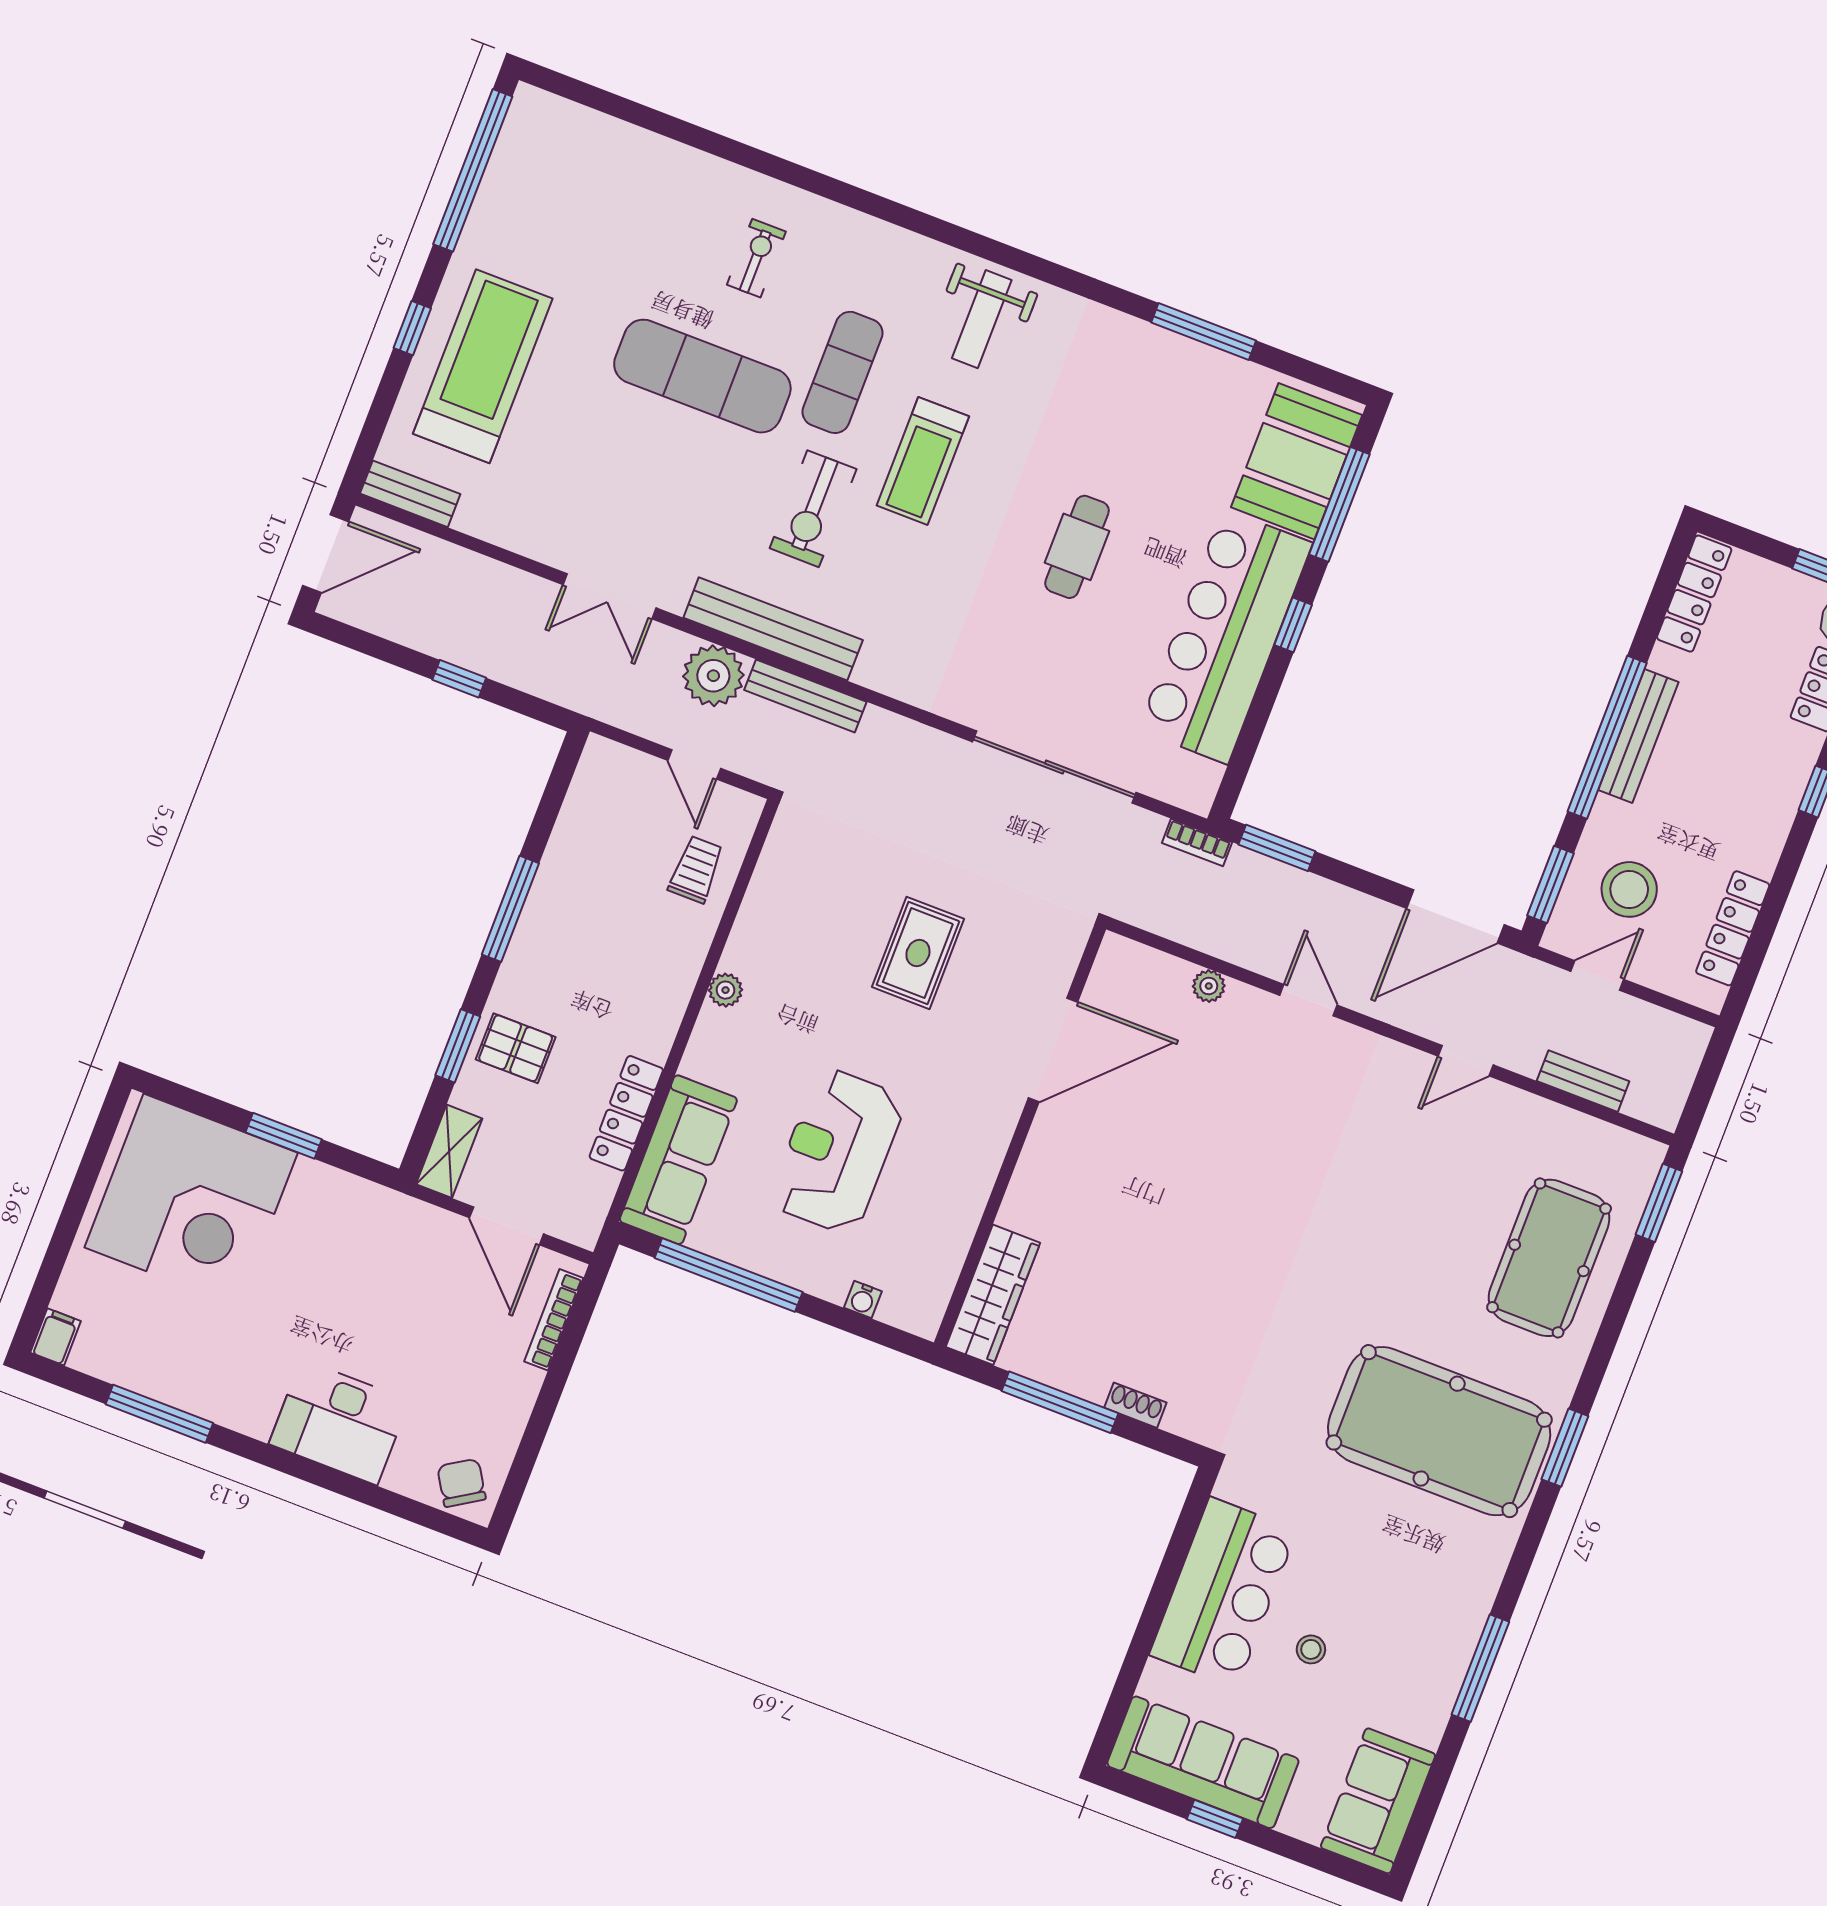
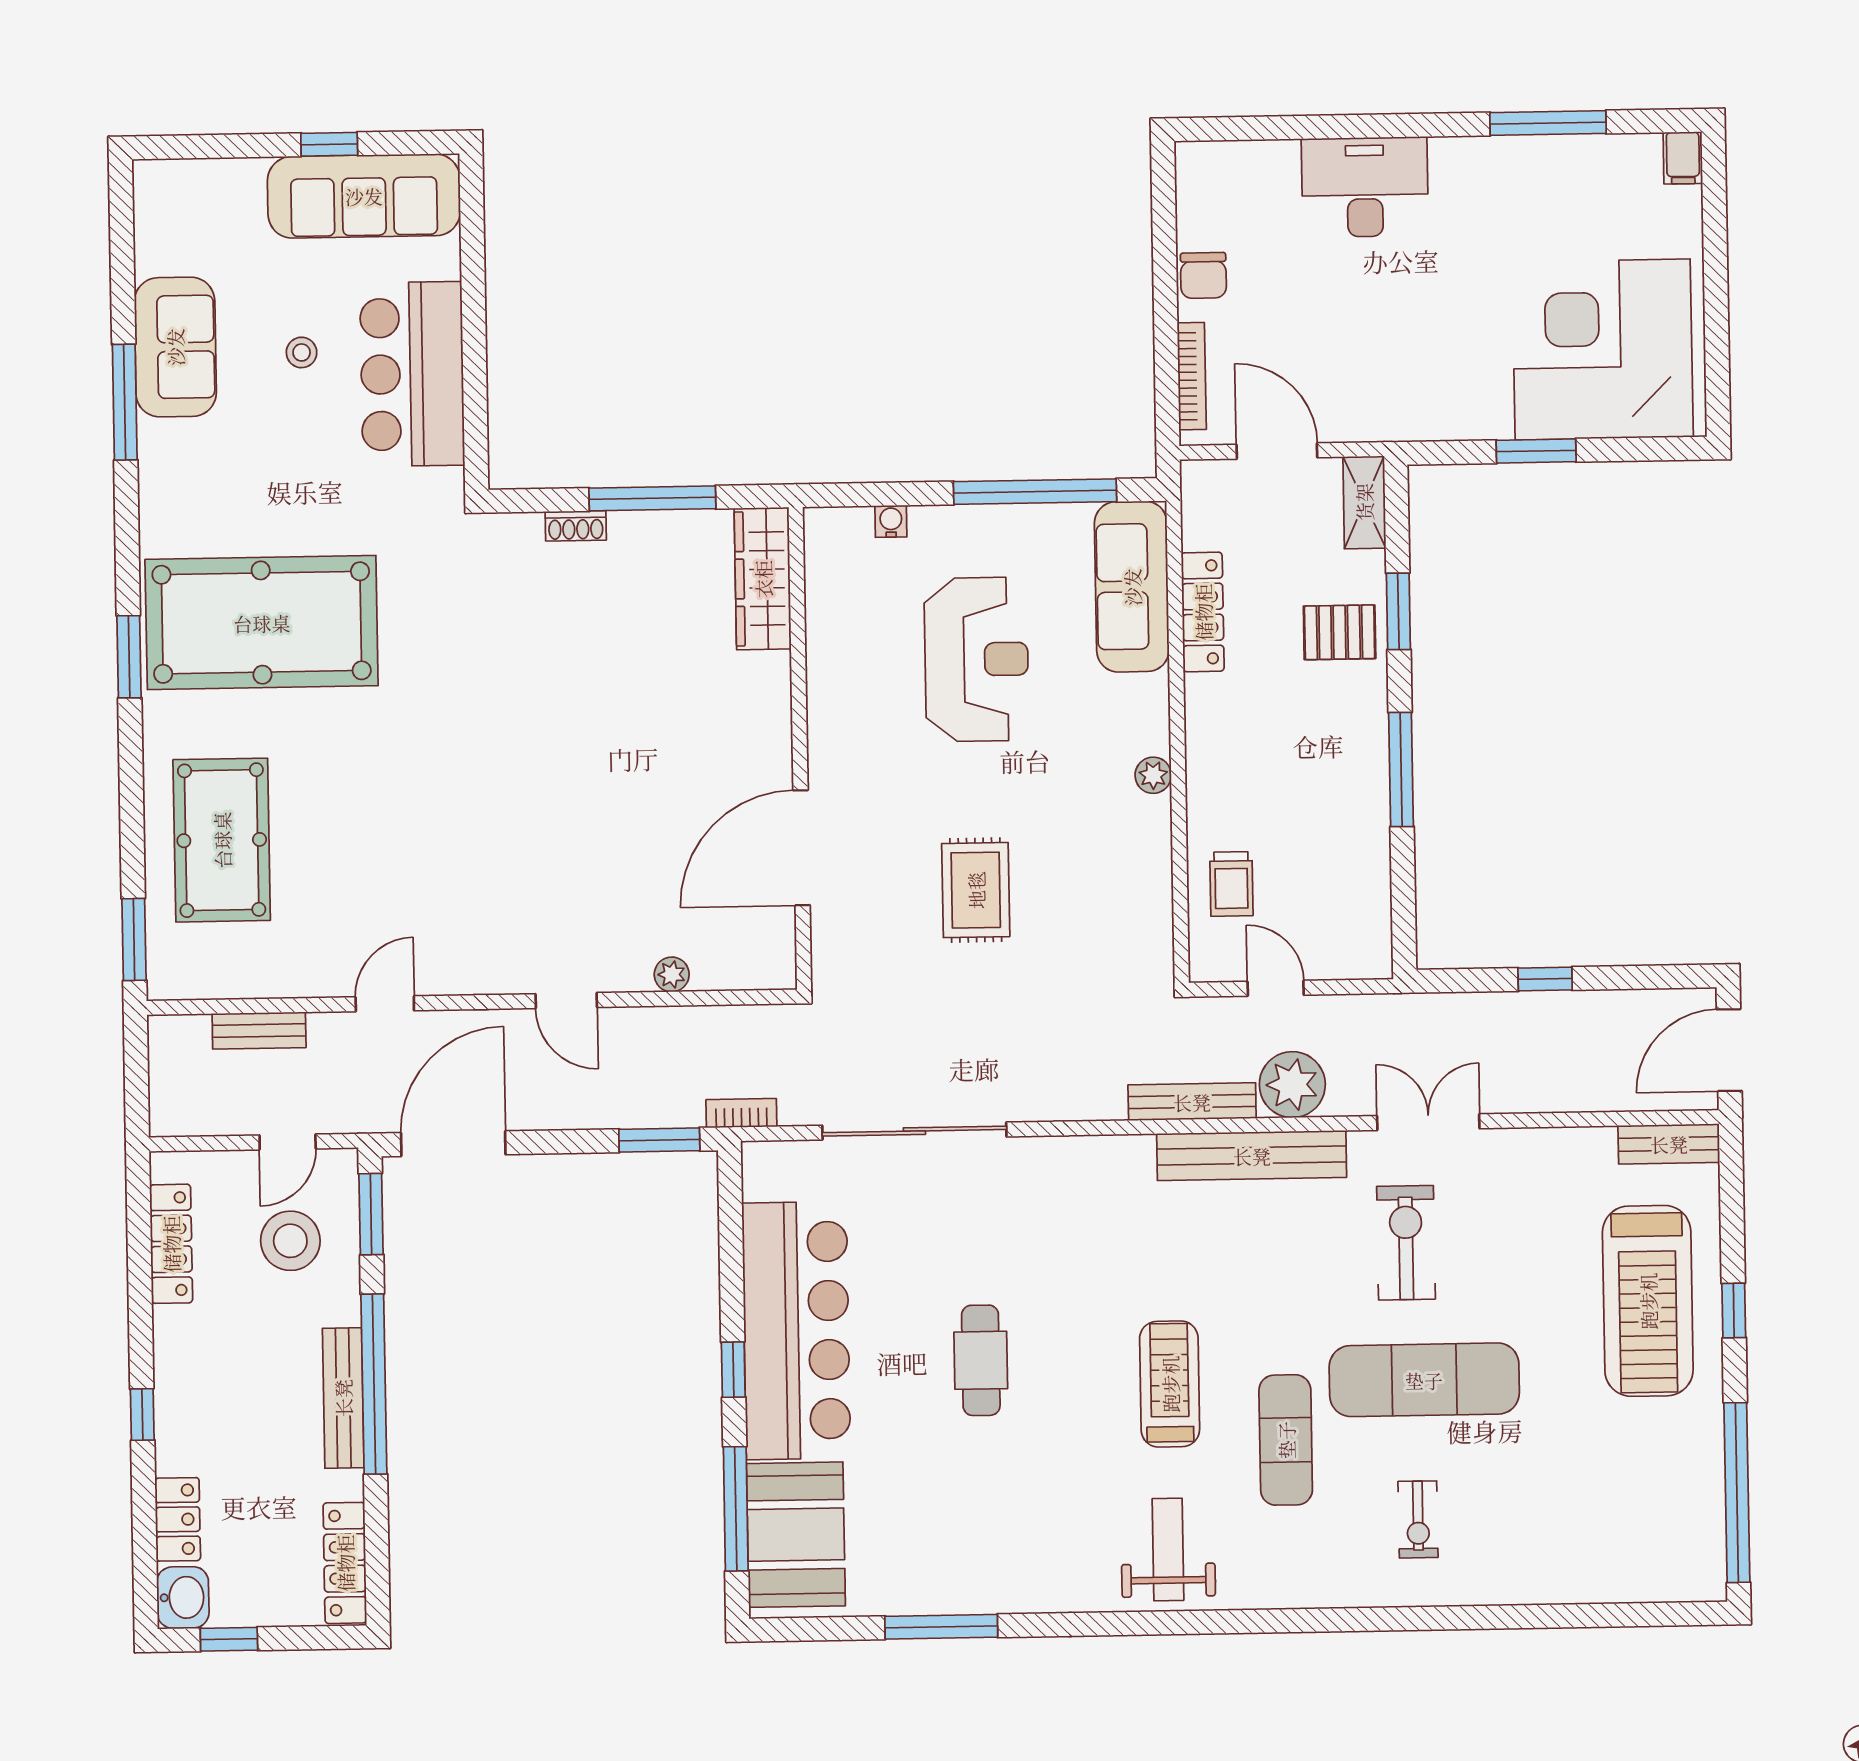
exercise bike: (813, 509) -> (1406, 1243), moved
chair: (461, 1483) -> (1203, 275), moved, turned 32
sofa: (1378, 1801) -> (175, 347), moved

